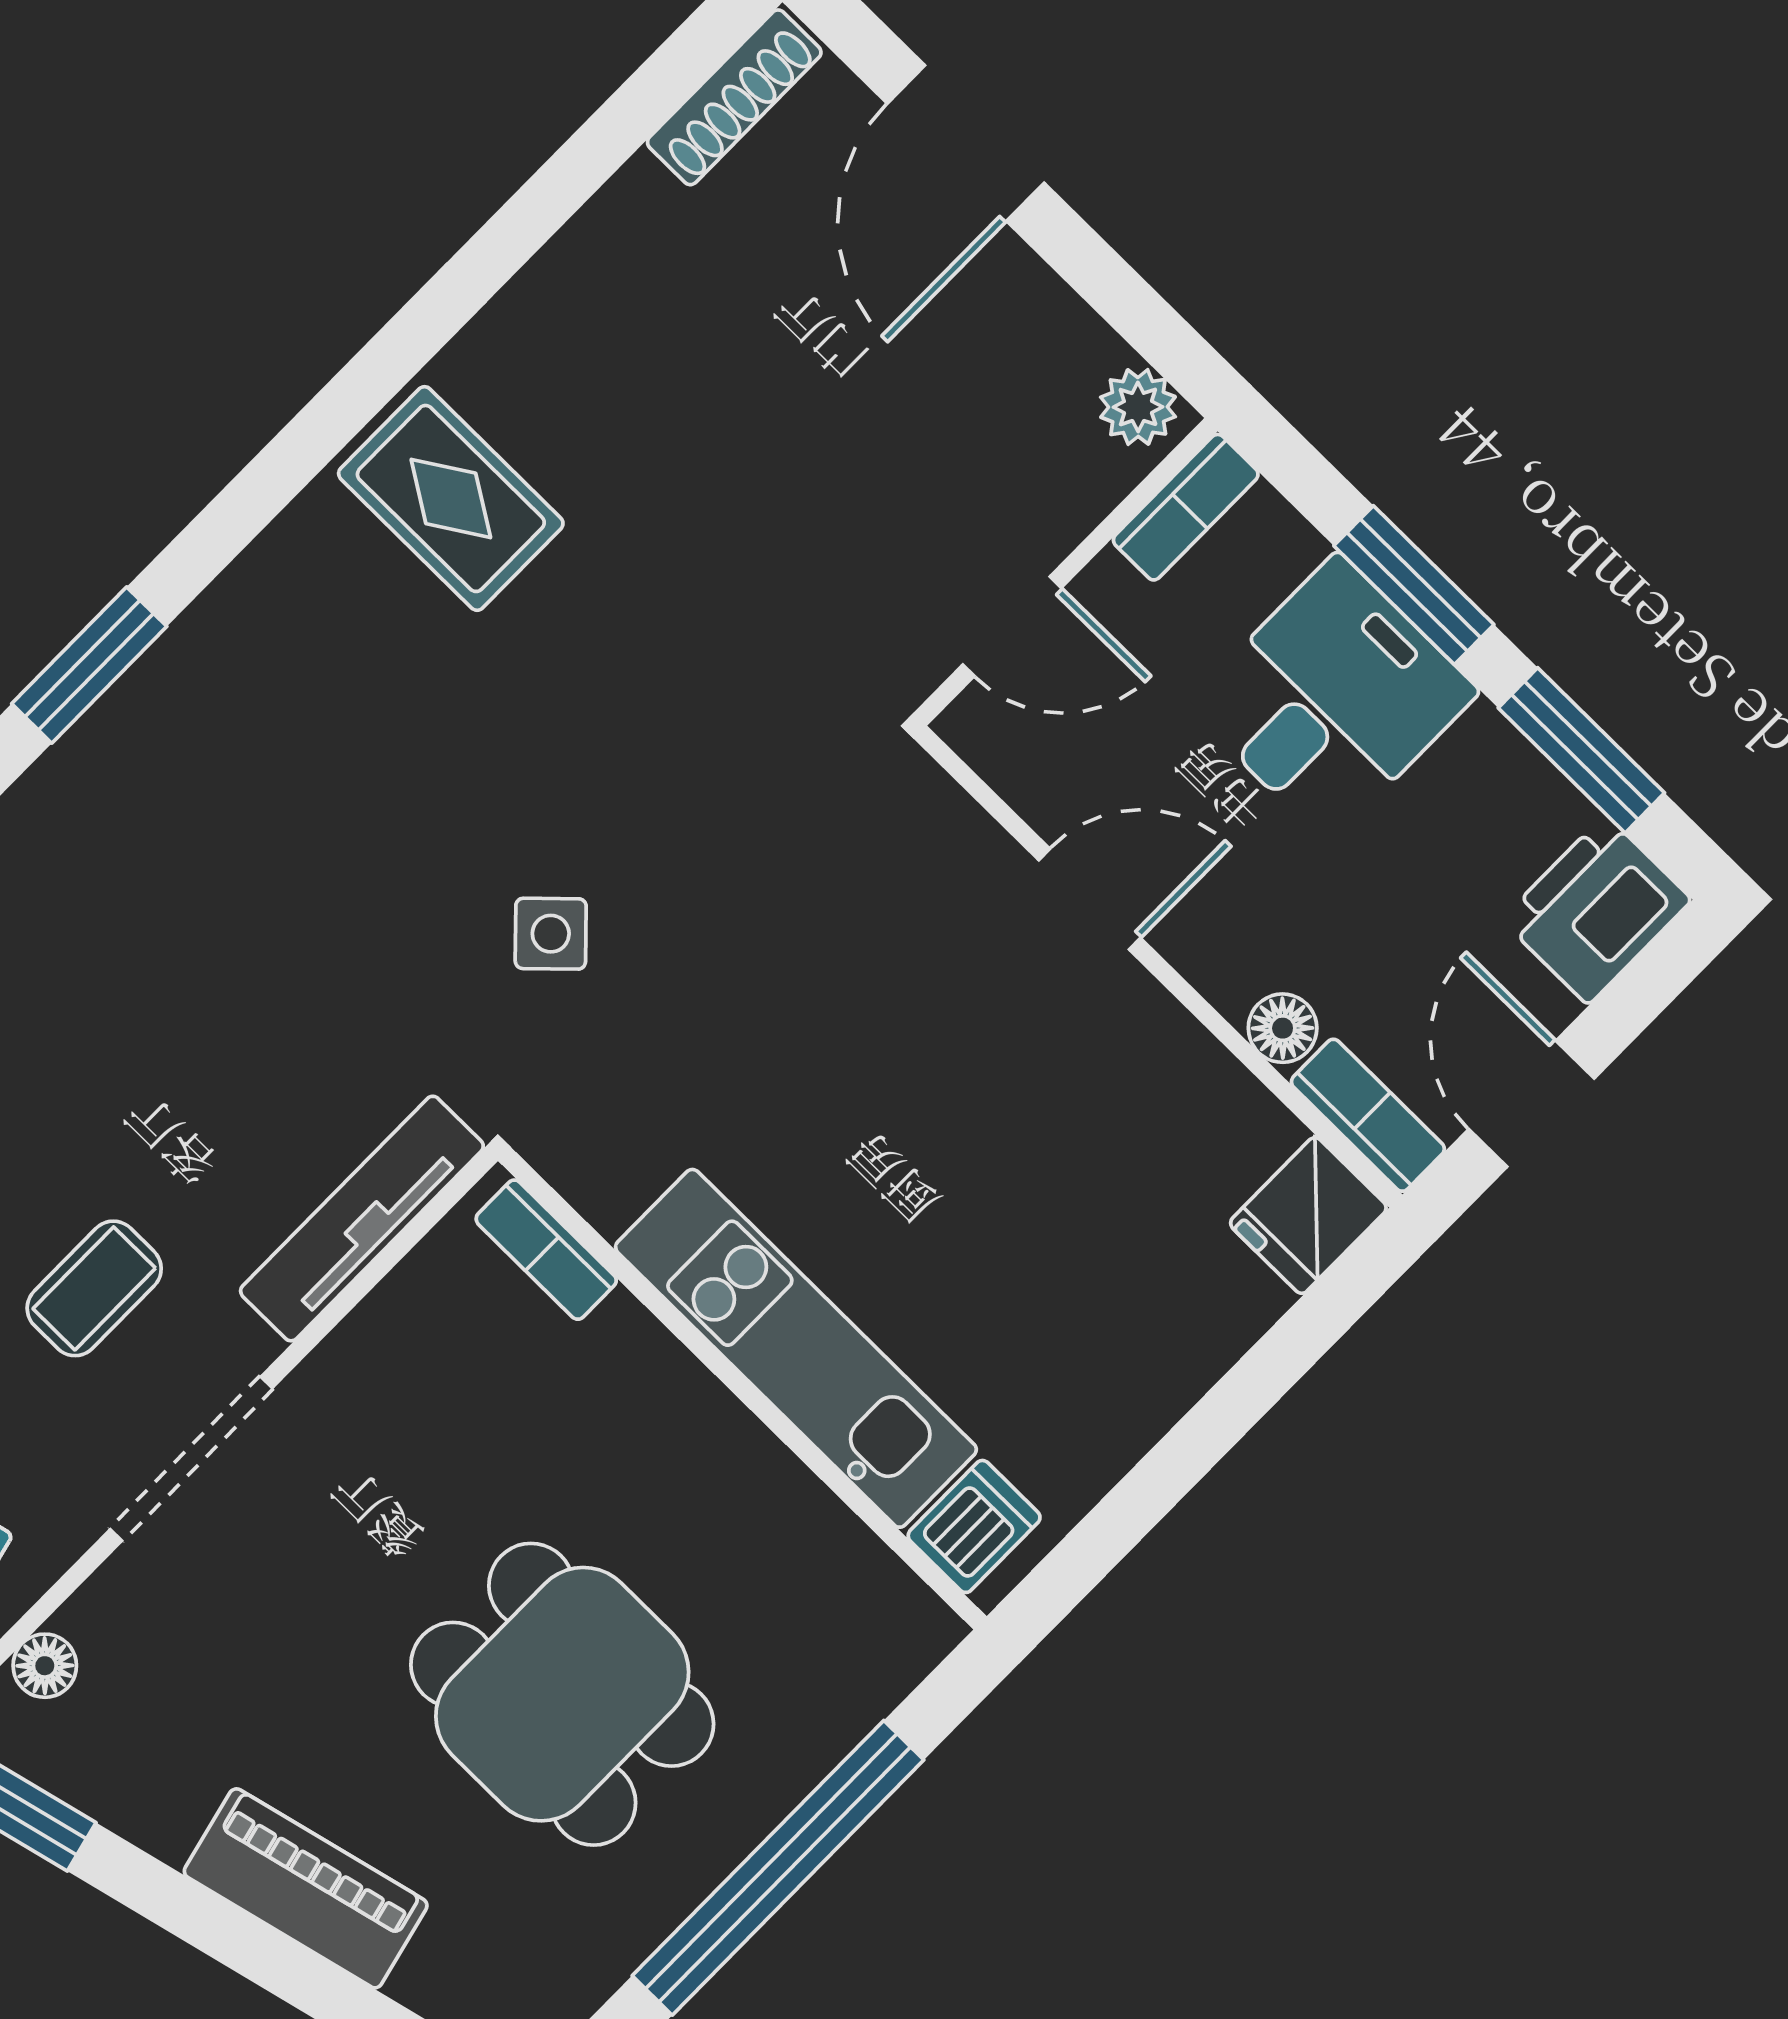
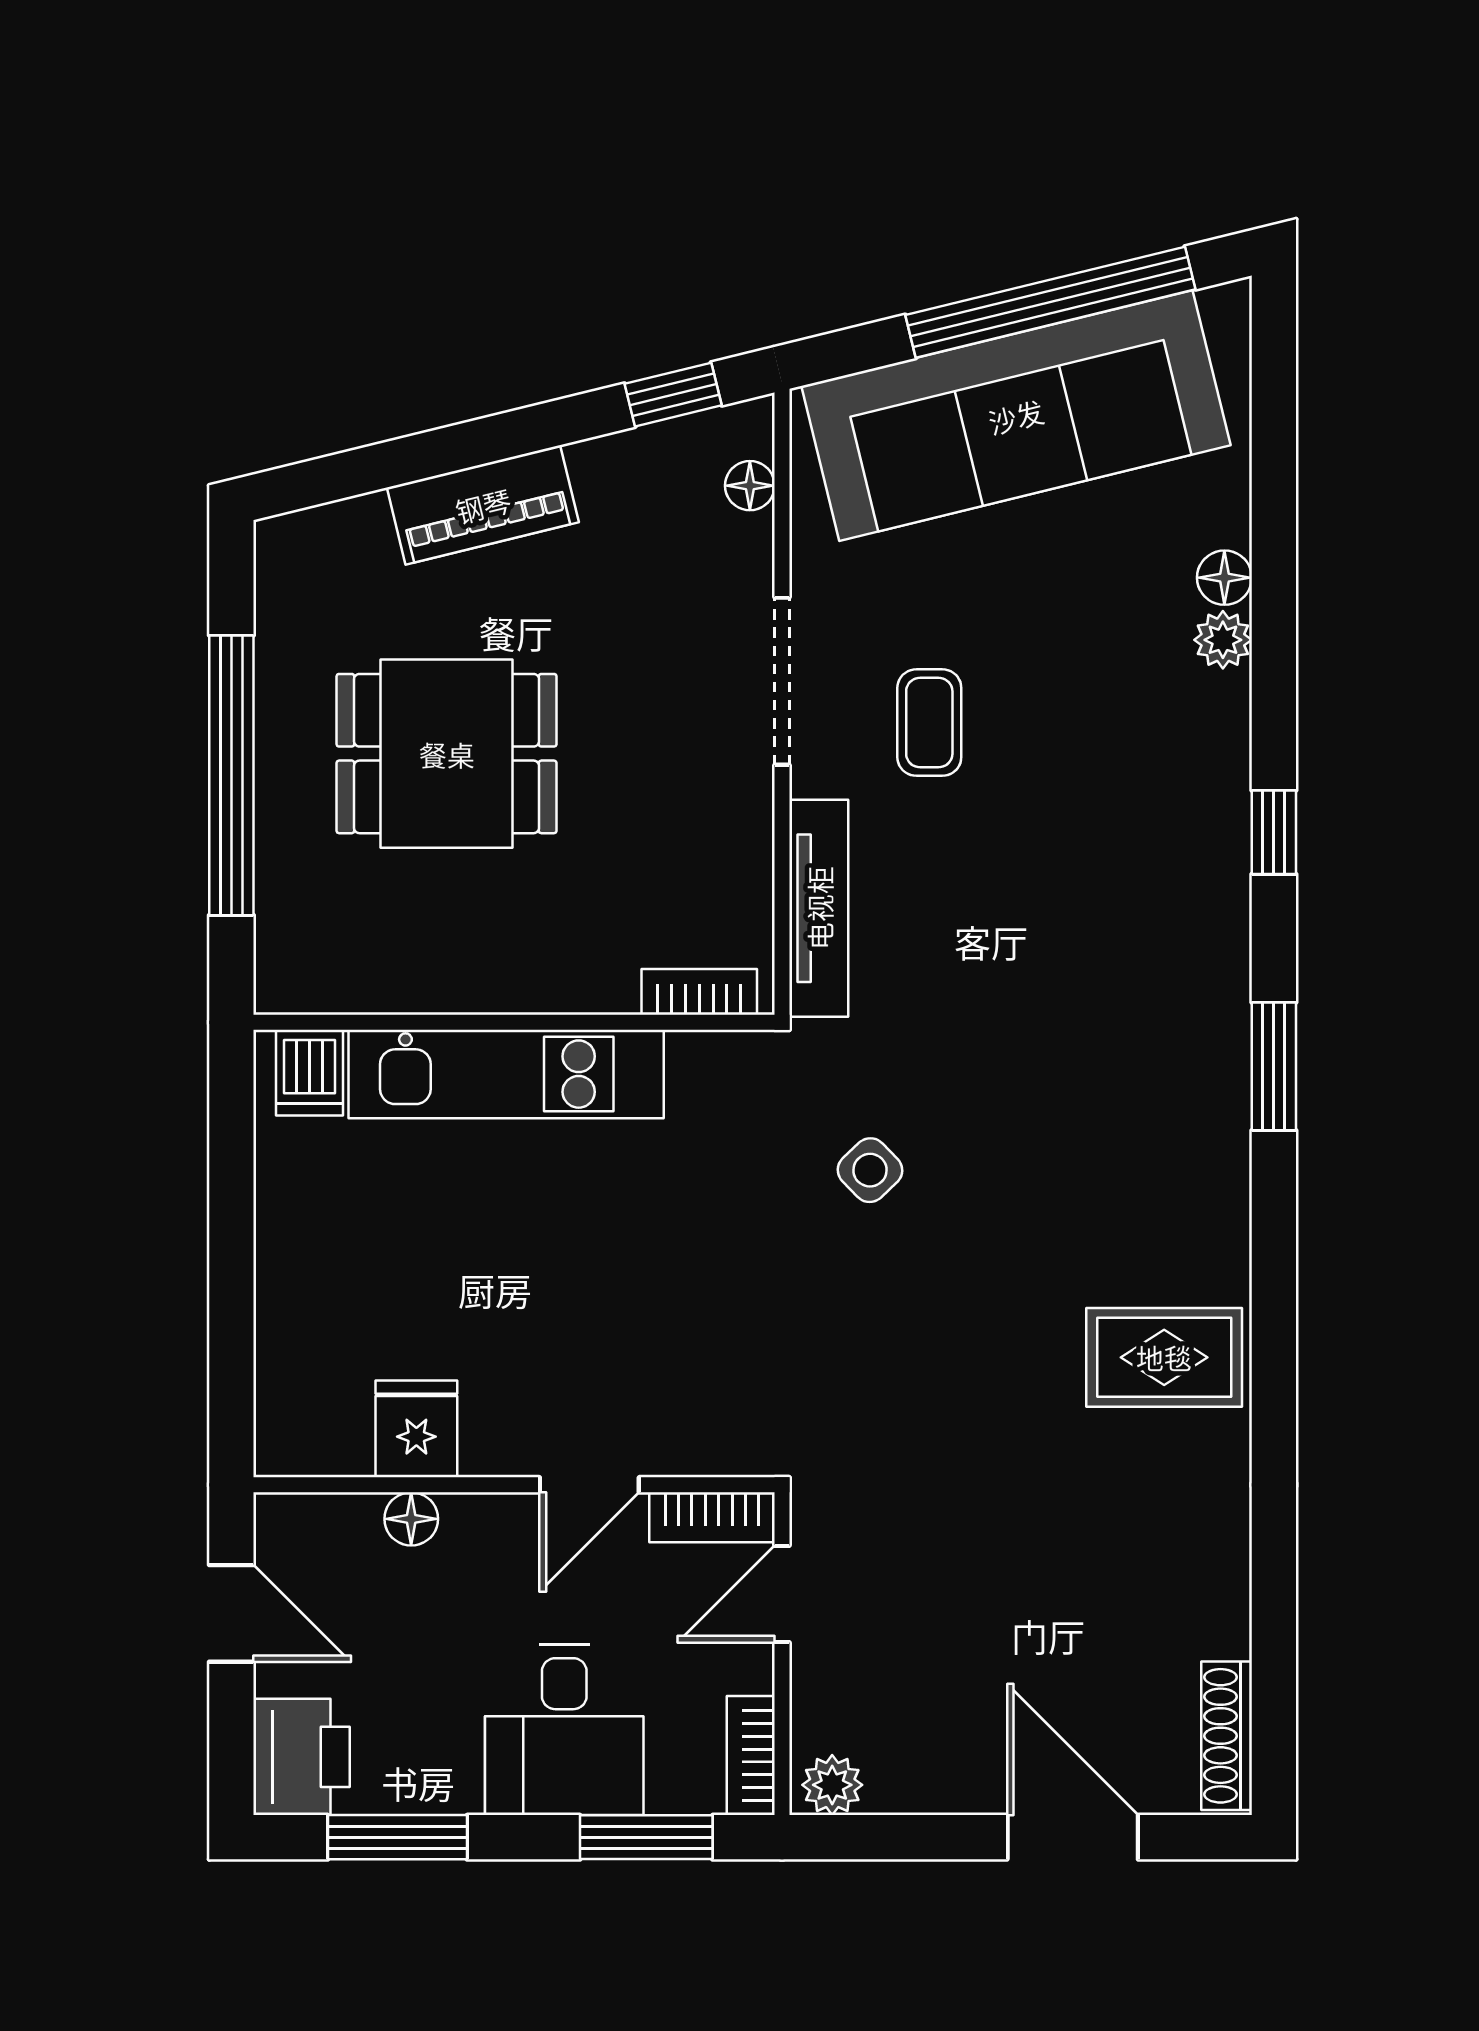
window: (1414, 585) -> (646, 1837), moved
bookcase: (1368, 1115) -> (712, 1517), moved
fridge: (1308, 1215) -> (416, 1429), moved

